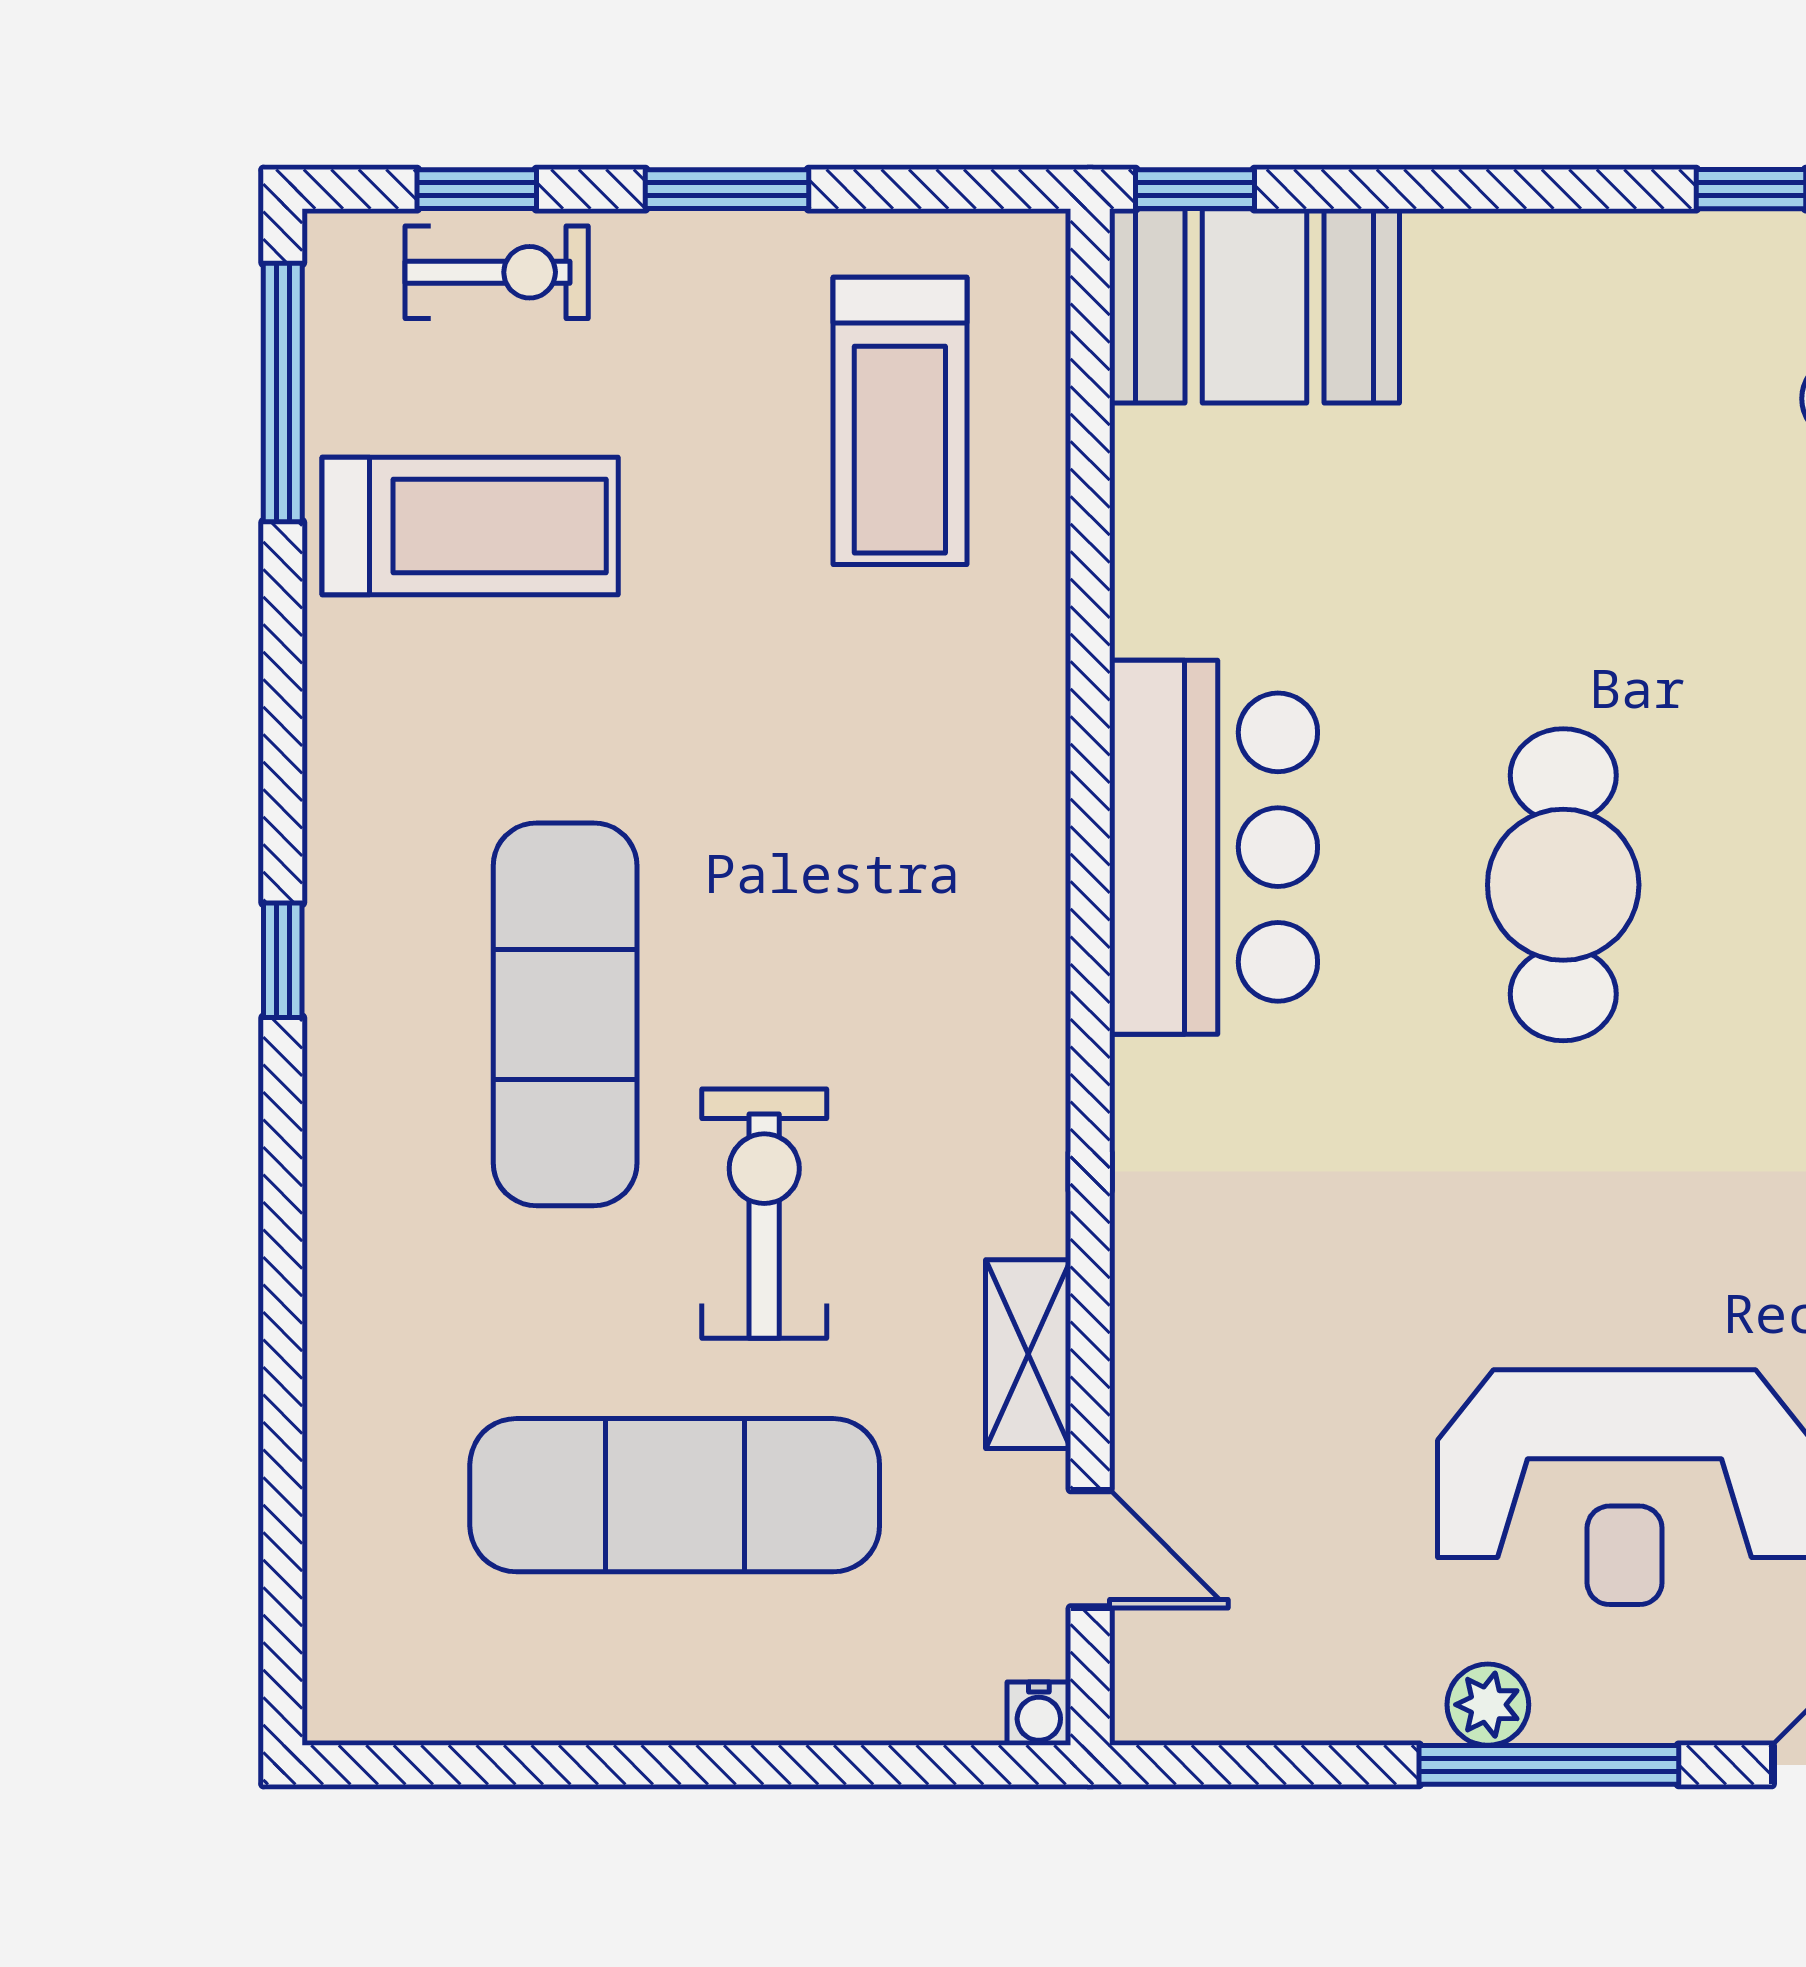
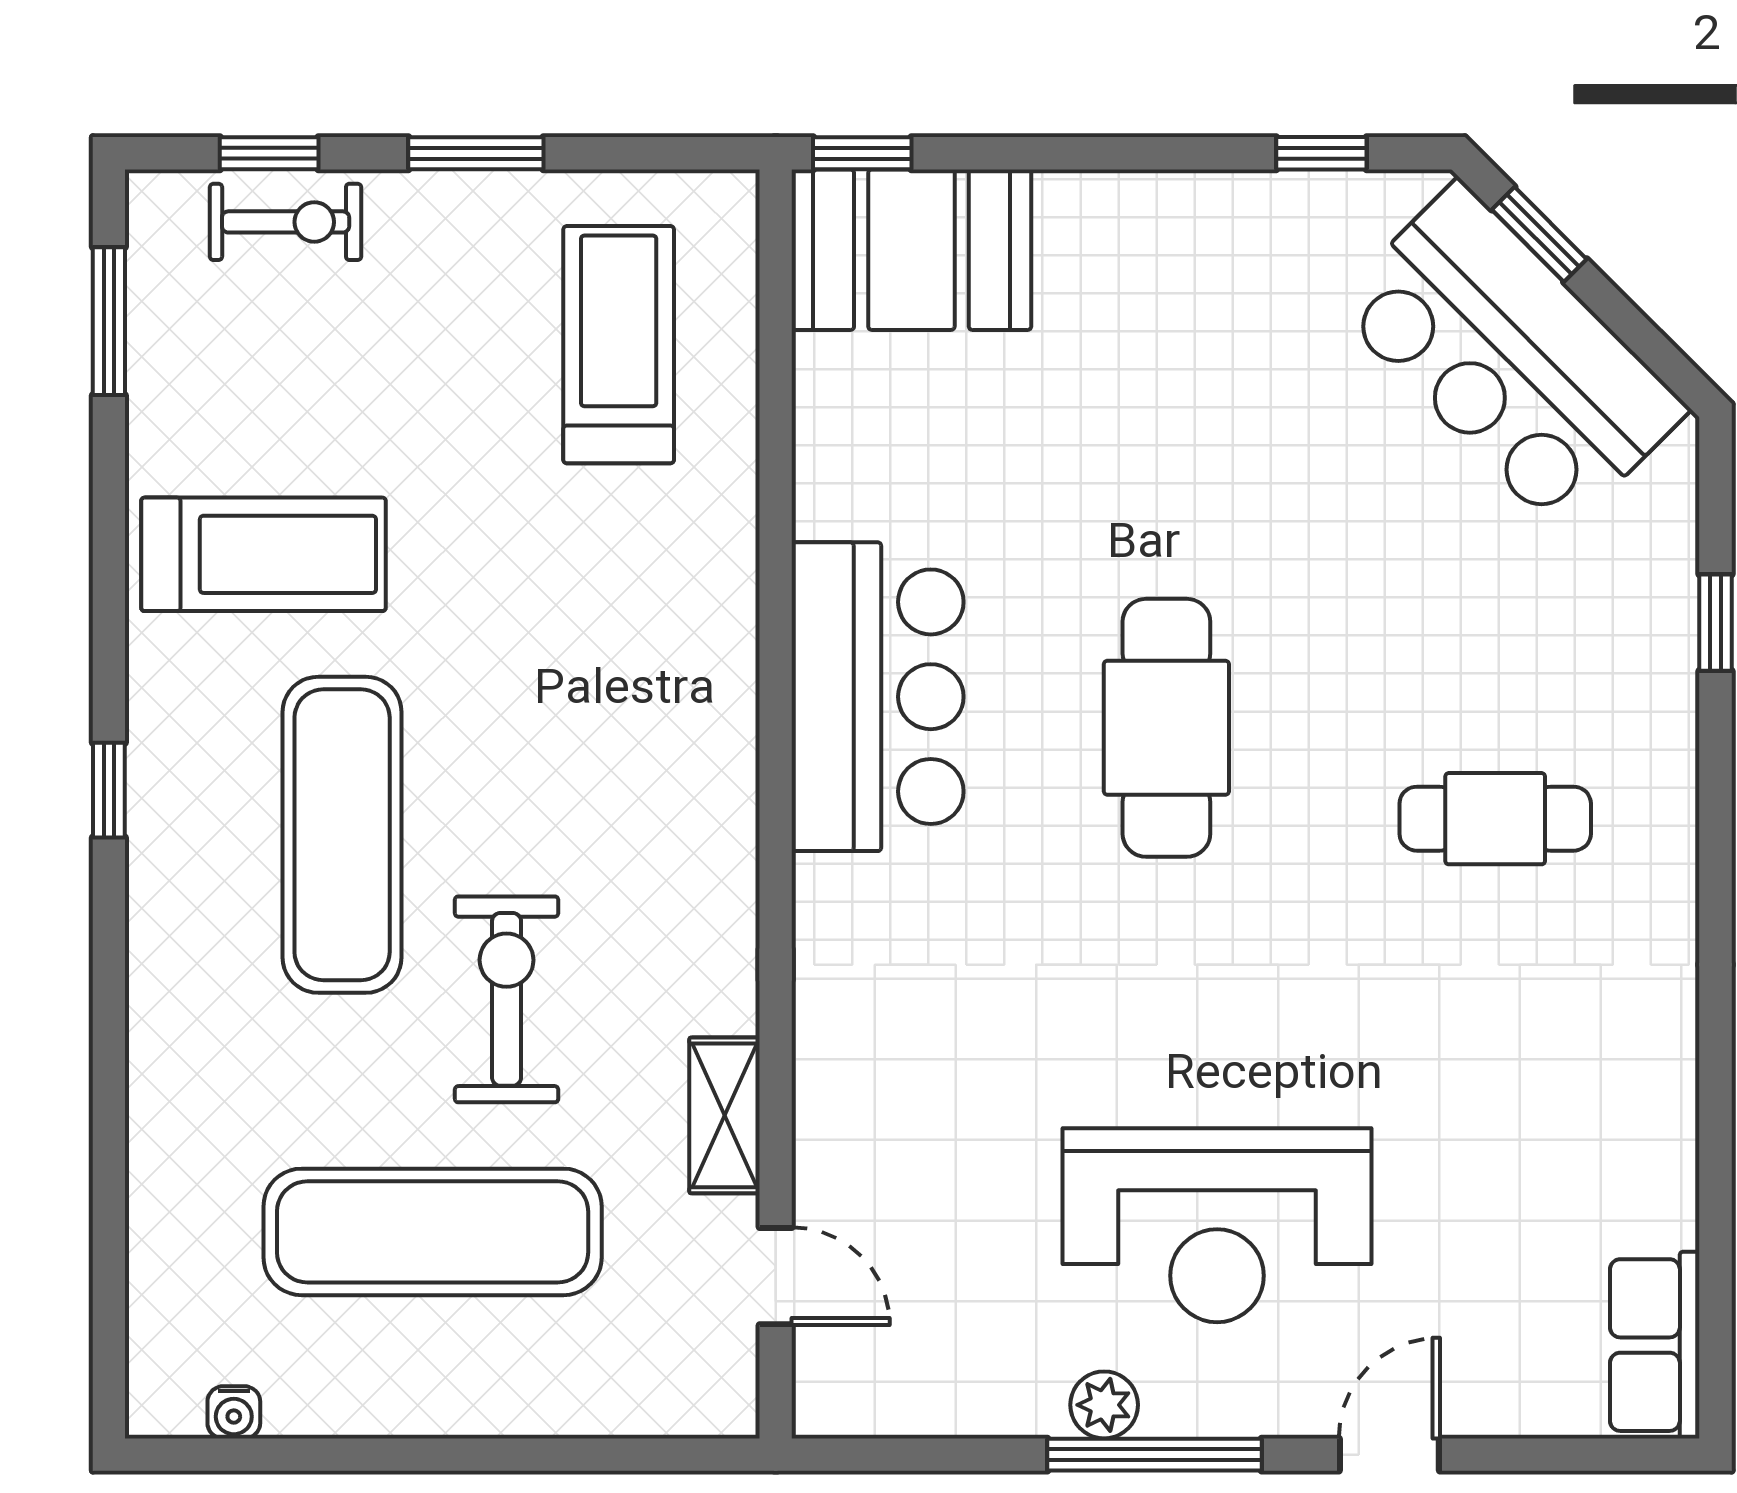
window: (283, 392) -> (109, 321), width x0.69
treadmill: (900, 421) -> (619, 345), turned 180
treadmill: (470, 526) -> (264, 554), moved
water cooler: (1039, 1714) -> (234, 1412), moved

